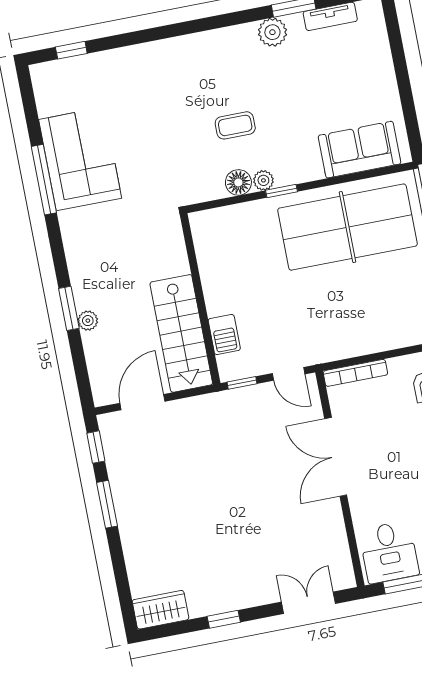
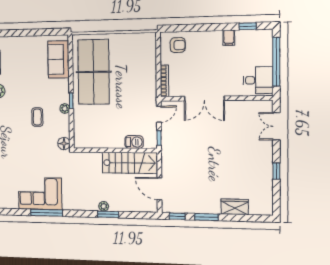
floor lamp: (238, 182) -> (64, 144), moved
plant: (88, 321) -> (104, 206), moved
wardrobe: (160, 610) -> (235, 207), moved, turned 90

